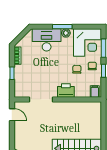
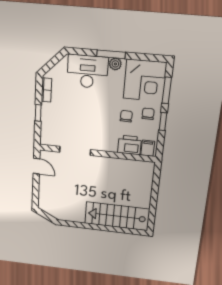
printer: (66, 91) -> (130, 145), moved

